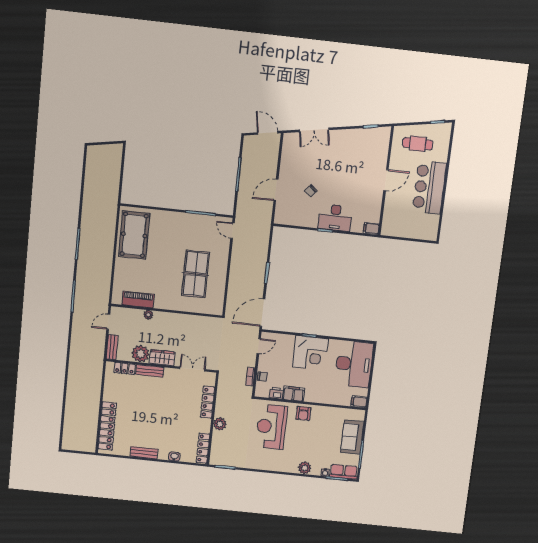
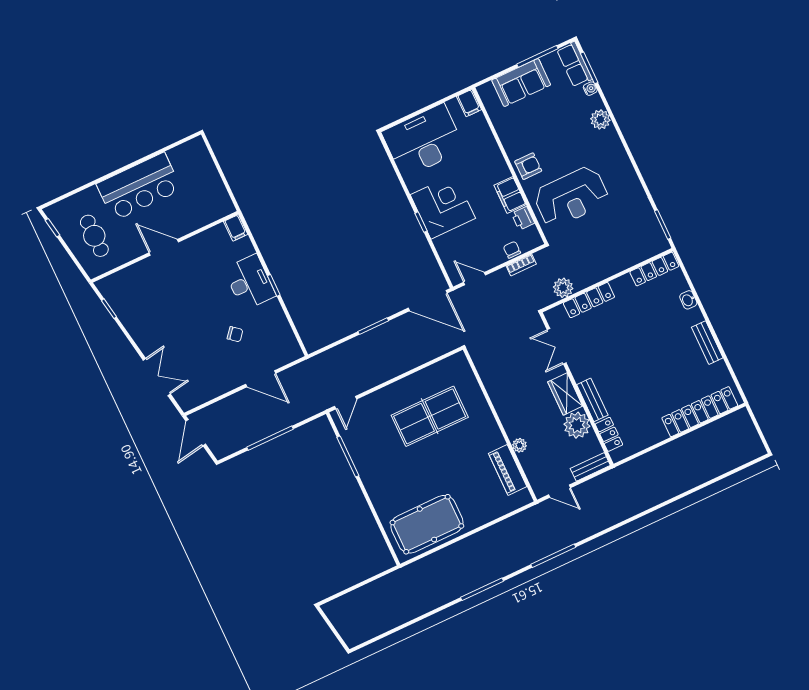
plant: (220, 424) -> (563, 288), moved

